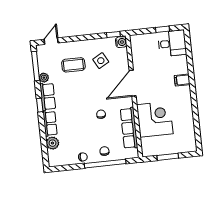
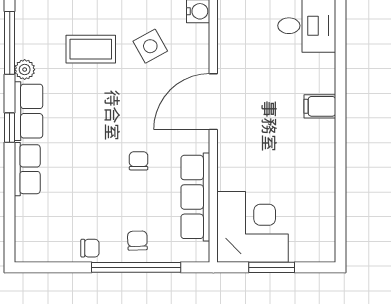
corner desk: (155, 119) -> (253, 227), moved
plant: (52, 143) -> (28, 212), removed

